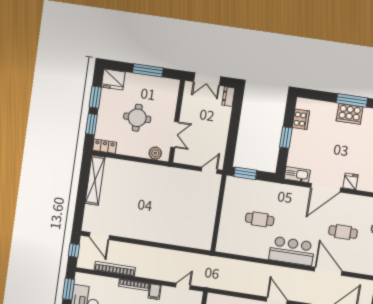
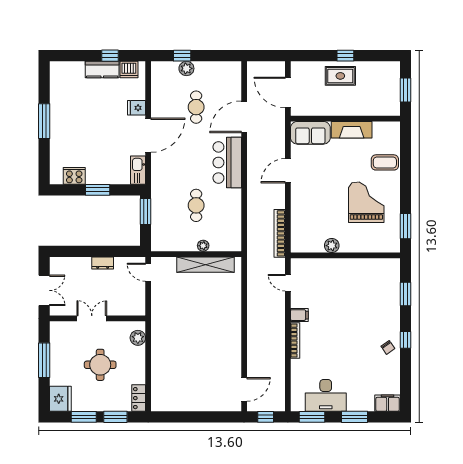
dresser: (228, 97) -> (103, 263), moved
cooker: (350, 114) -> (60, 121), removed
double door: (175, 134) -> (92, 318), moved
window: (245, 173) -> (145, 212), moved
shelving: (95, 180) -> (205, 265), moved
door: (326, 188) -> (148, 135), hinge flipped
plant: (225, 220) -> (203, 246), added
bookcase: (115, 269) -> (280, 233), moved

